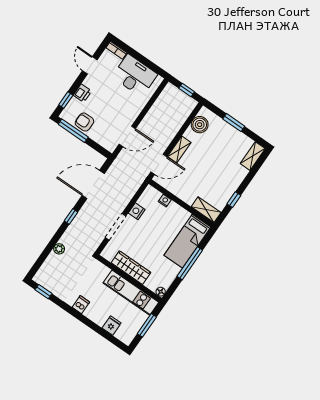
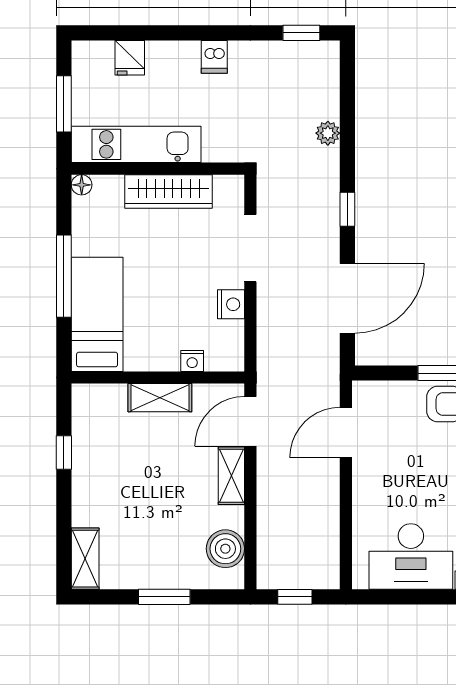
shelving: (206, 210) -> (160, 398), moved

